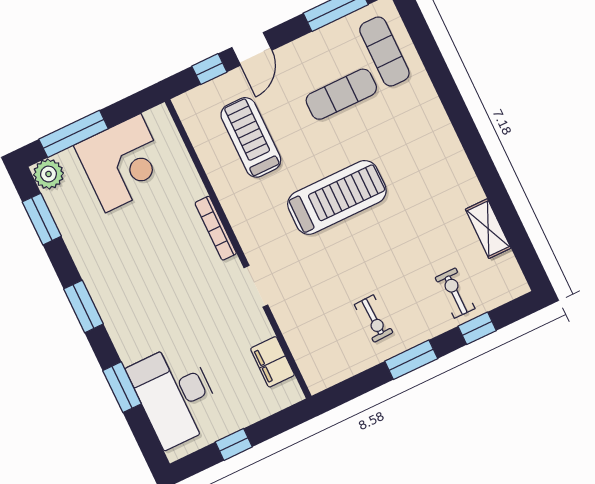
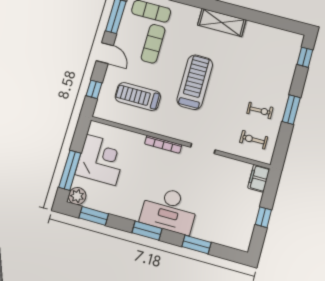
door: (252, 49) -> (105, 53), moved
shelving: (488, 229) -> (222, 22), moved, width x1.50, depth x1.33
exercise bike: (455, 293) -> (254, 140), moved
window: (477, 328) -> (305, 57), moved
filing cabinet: (272, 362) -> (259, 178), moved, turned 90
desk: (175, 395) -> (169, 210), moved

